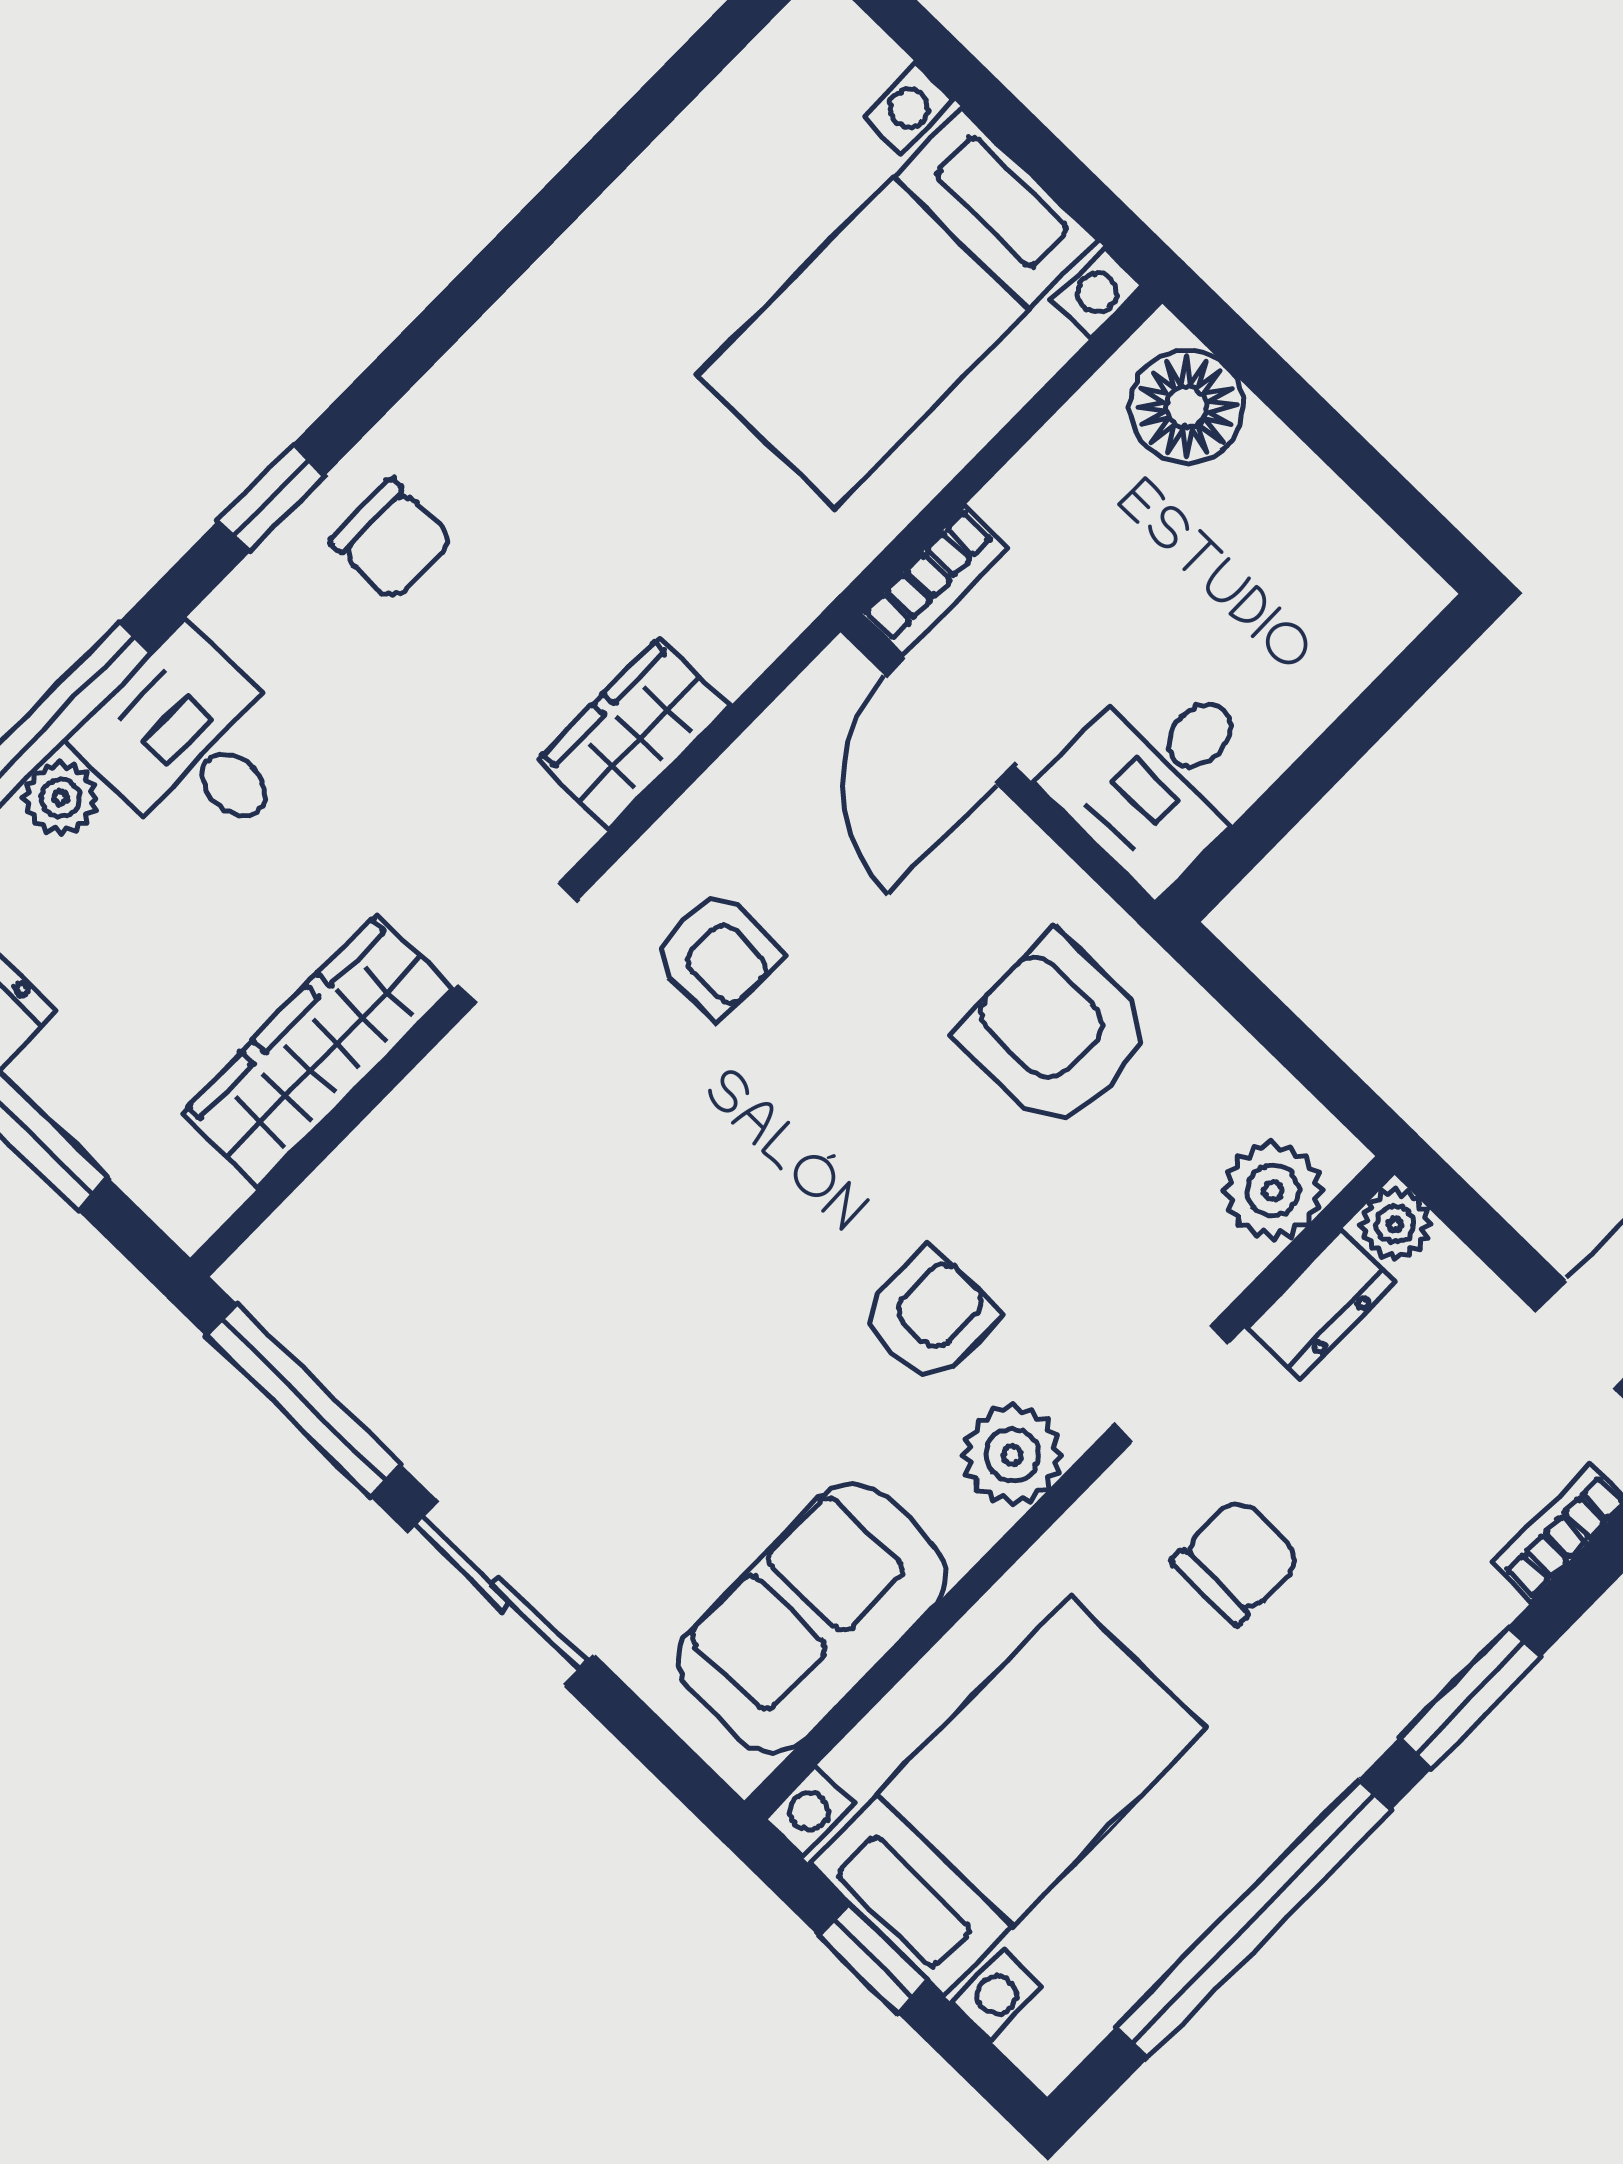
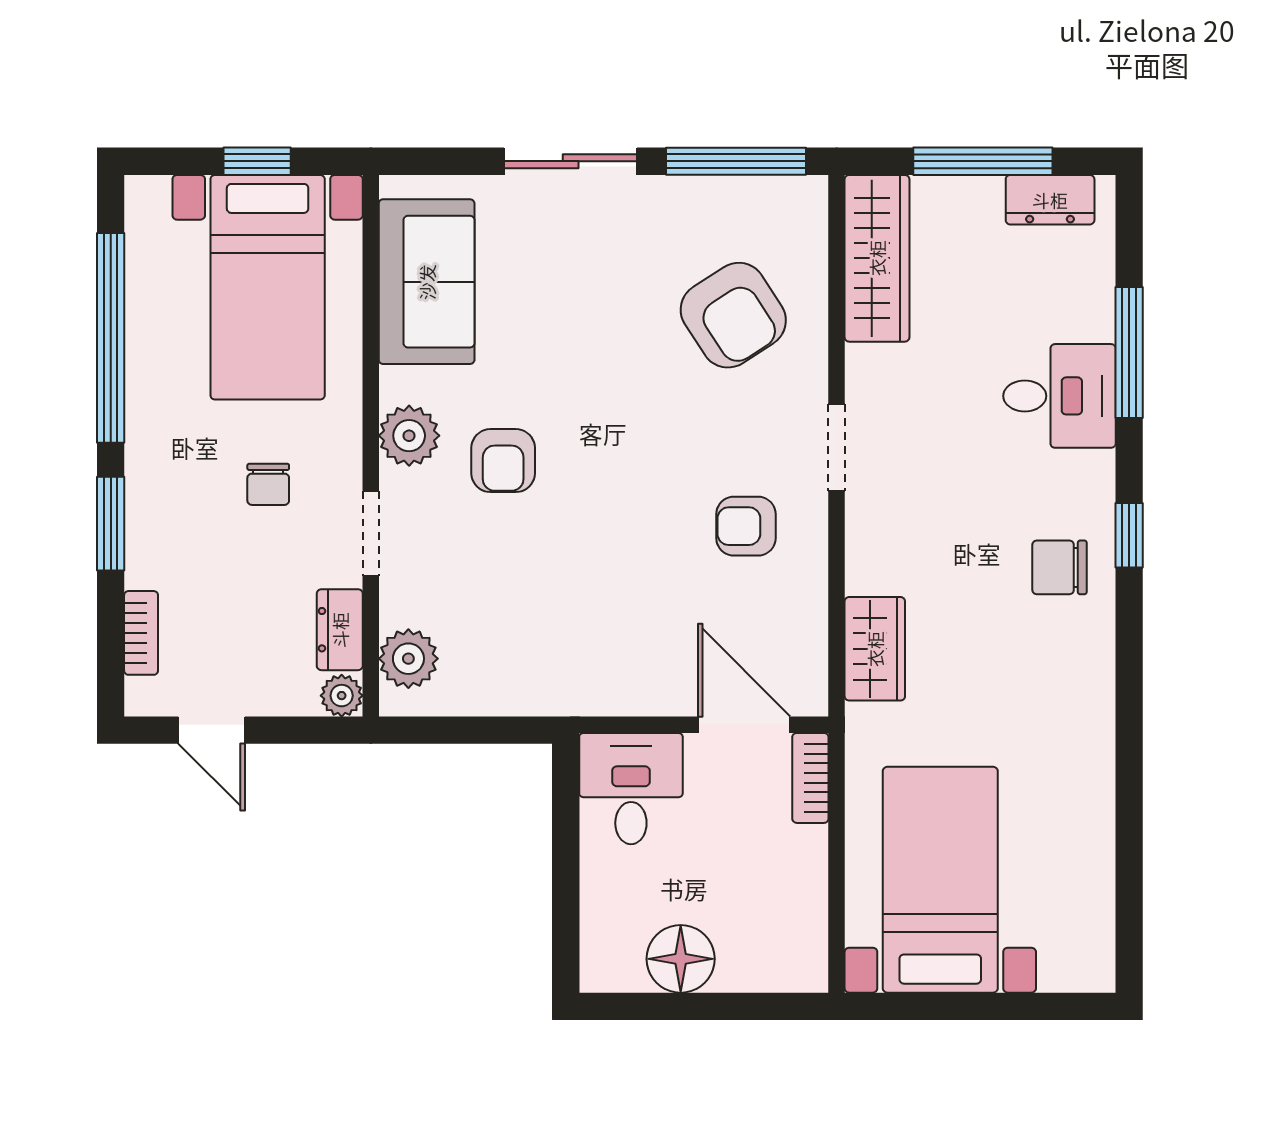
floor lamp: (1187, 407) -> (681, 959), moved
wardrobe: (634, 733) -> (875, 649), moved
plant: (61, 798) -> (1094, 318), removed
armchair: (1056, 1032) -> (733, 315), moved, turned 57
wardrobe: (318, 1051) -> (877, 258), moved
chair: (1236, 1561) -> (268, 484), width x0.73, depth x0.73

